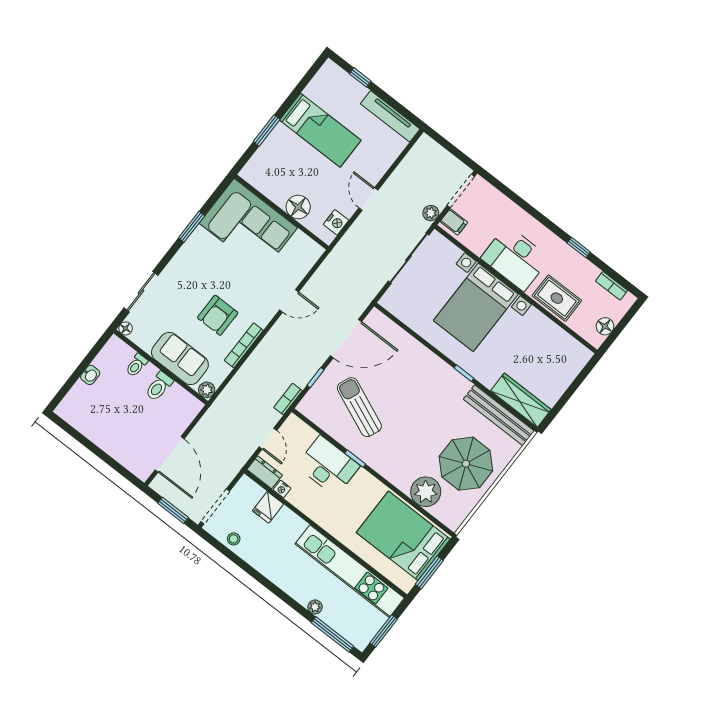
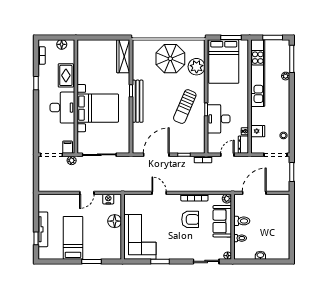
tv unit: (390, 116) -> (43, 229), moved
door: (346, 339) -> (156, 155), hinge flipped
sun lounger: (359, 407) -> (185, 107), moved
bench: (499, 415) -> (138, 101), moved
door: (170, 454) -> (254, 193), moved

